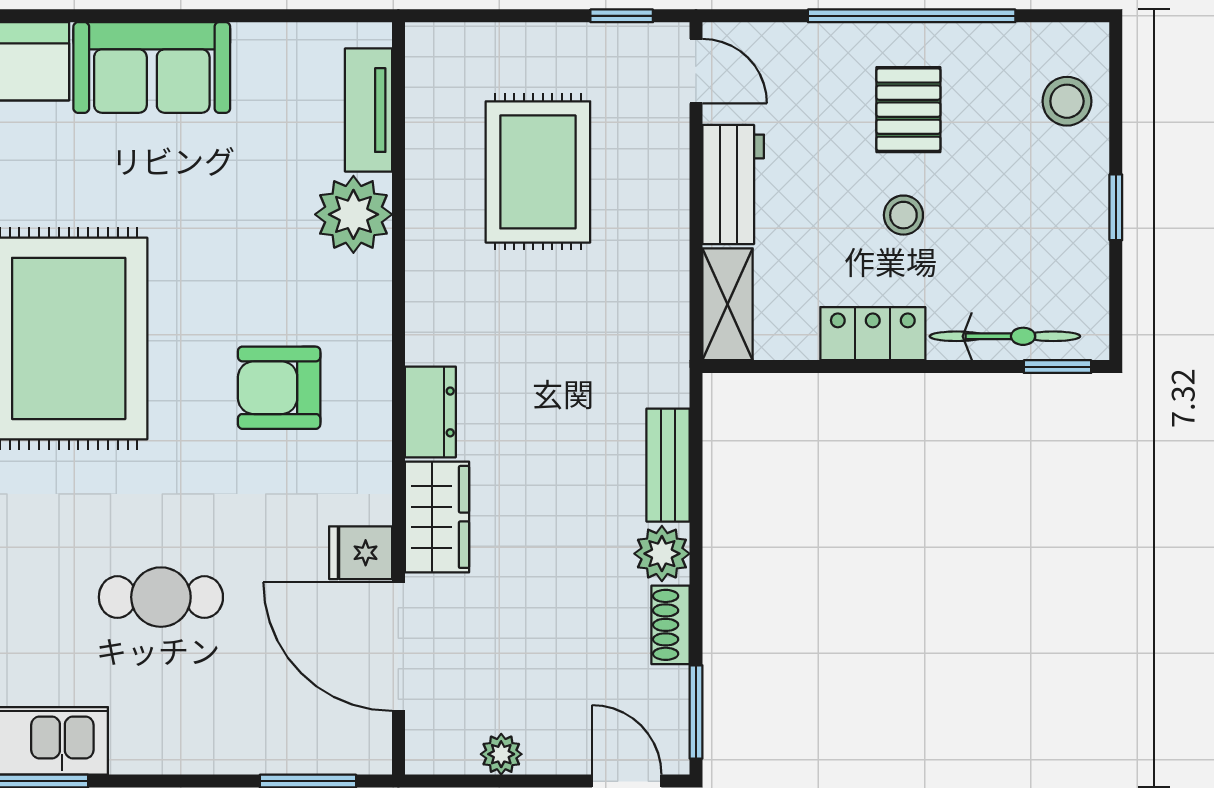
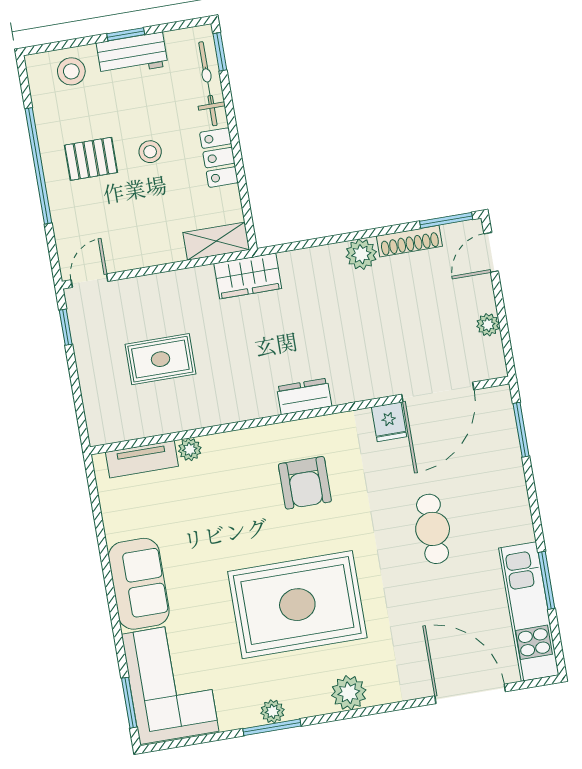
rug: (538, 172) -> (160, 359), width x0.73, depth x0.70
workbench: (733, 185) -> (132, 54), moved, turned 180
plant: (353, 214) -> (190, 449), width x0.53, depth x0.53
bench: (668, 465) -> (311, 259), removed
wardrobe: (437, 517) -> (248, 276), moved, turned 180
shoe rack: (671, 625) -> (409, 241), width x1.43

